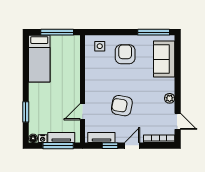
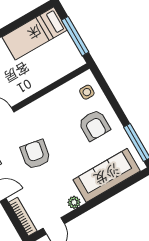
armchair: (125, 54) -> (94, 125), turned 90
sofa: (164, 59) -> (107, 175), width x1.36

